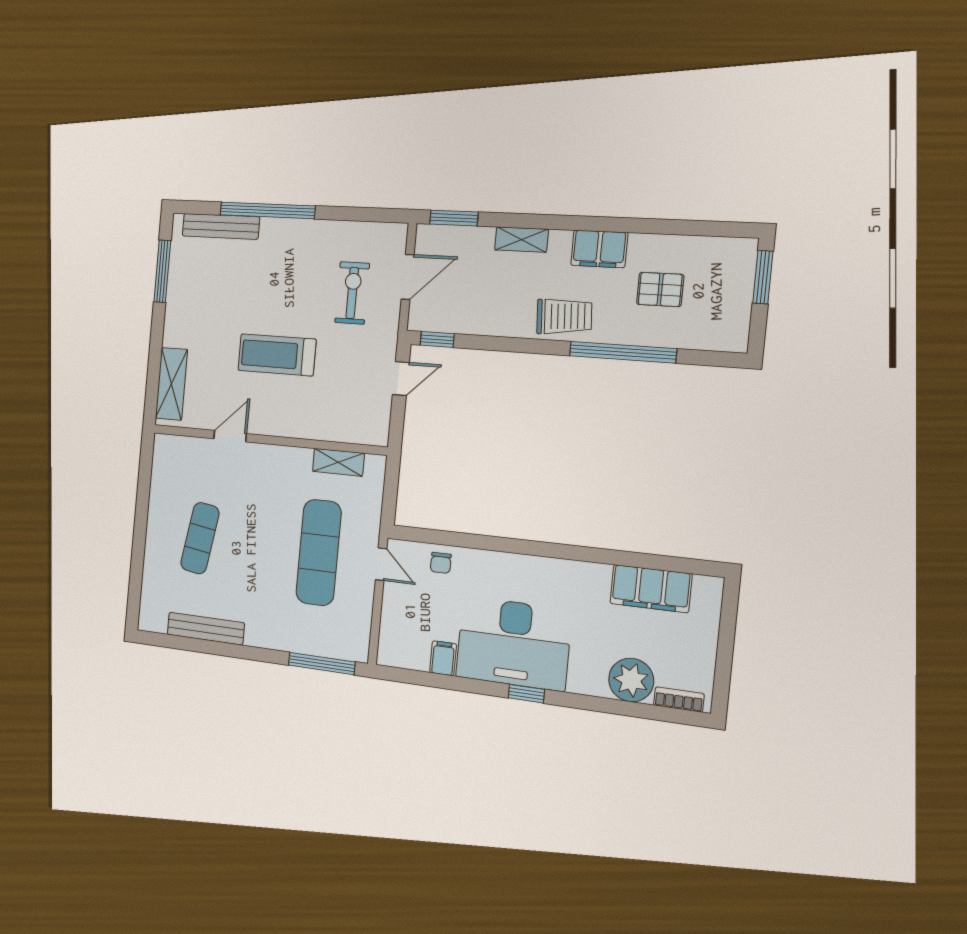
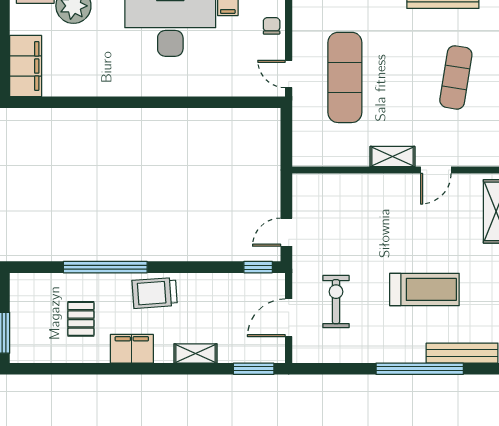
pallet: (660, 289) -> (81, 319), turned 90
exercise bike: (352, 293) -> (336, 302), turned 180
treadmill: (277, 355) -> (424, 289), moved
shelving: (338, 462) -> (392, 157), moved
chair: (441, 563) -> (272, 26), moved
filing cabinet: (651, 589) -> (26, 66), moved, turned 90

